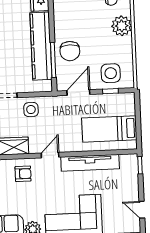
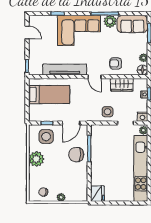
plant: (122, 26) -> (36, 159), moved
kitchen counter: (41, 46) -> (98, 159), removed
chair: (70, 51) -> (76, 155), turned -90
door: (50, 155) -> (95, 77), hinge flipped

